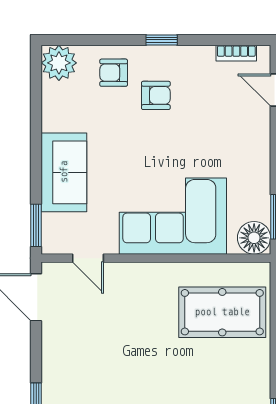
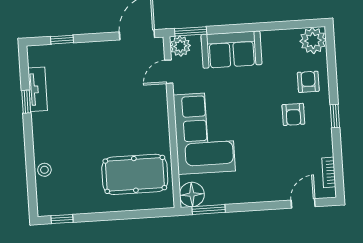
plant: (55, 240) -> (180, 46), added
pool table: (222, 312) -> (135, 174), turned 90

